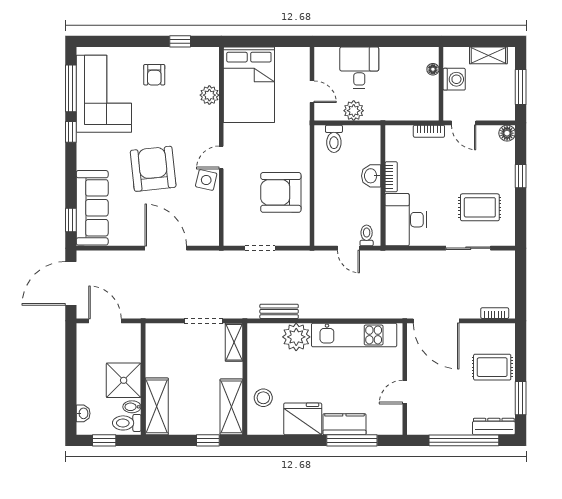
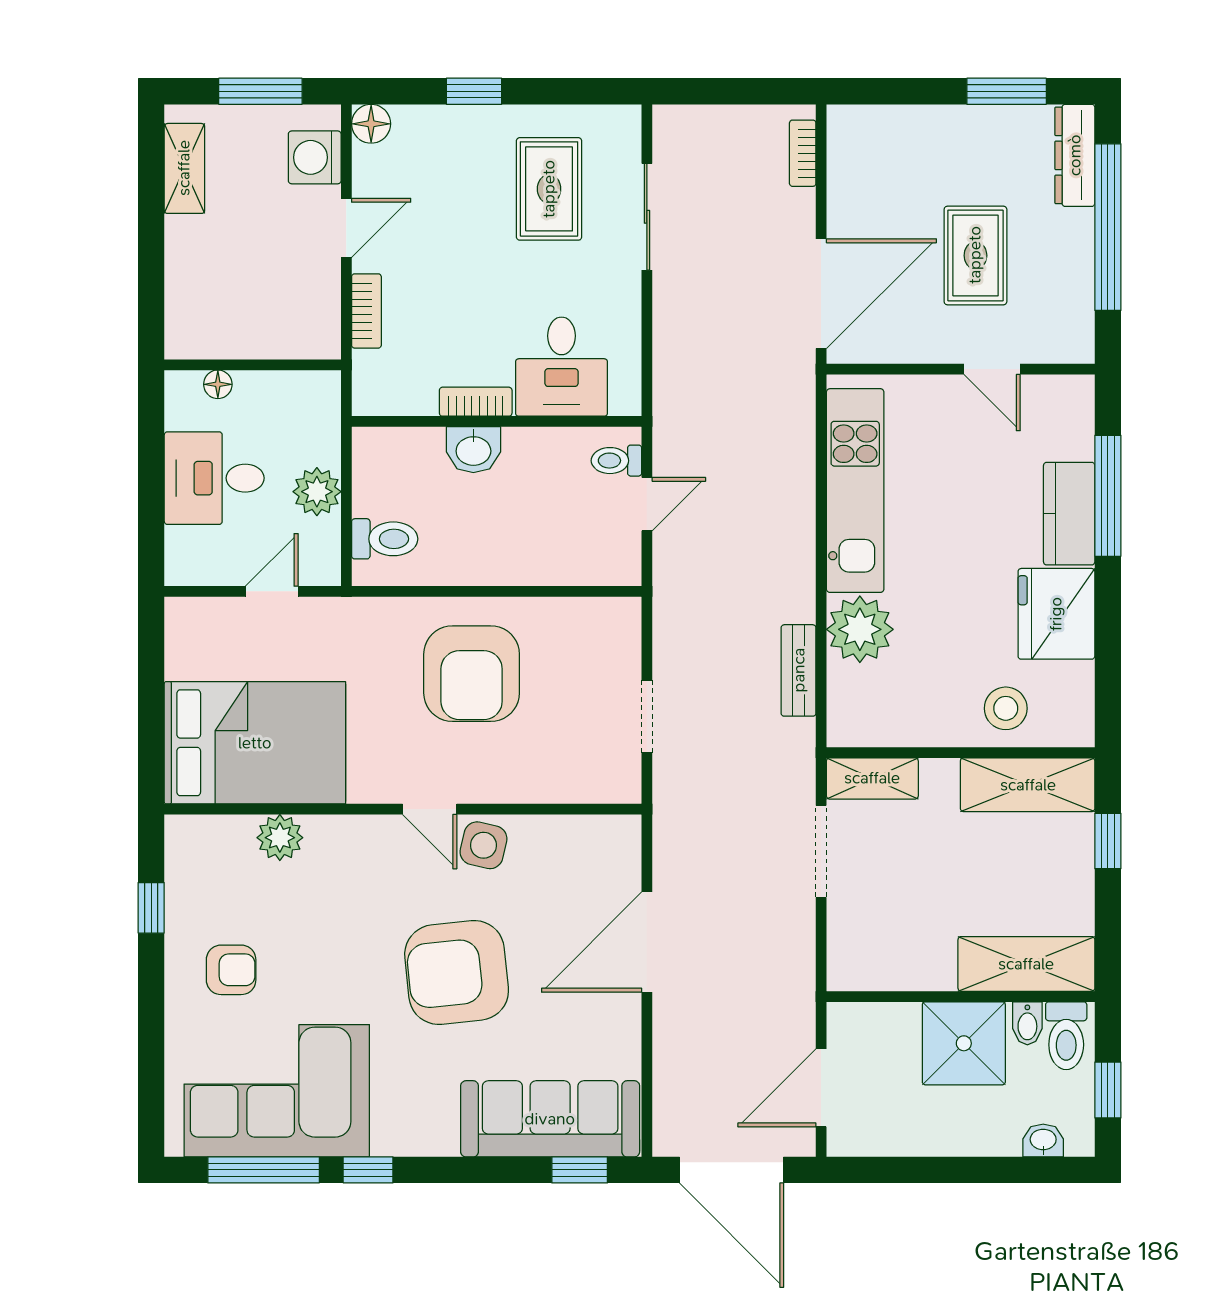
floor lamp: (433, 69) -> (218, 384), moved
washing machine: (454, 79) -> (315, 157), moved, turned -90
wall: (441, 84) -> (253, 365), moved
armchair: (281, 192) -> (472, 674), moved
desk: (406, 220) -> (561, 367), width x0.73
rug: (492, 367) -> (975, 255), moved

